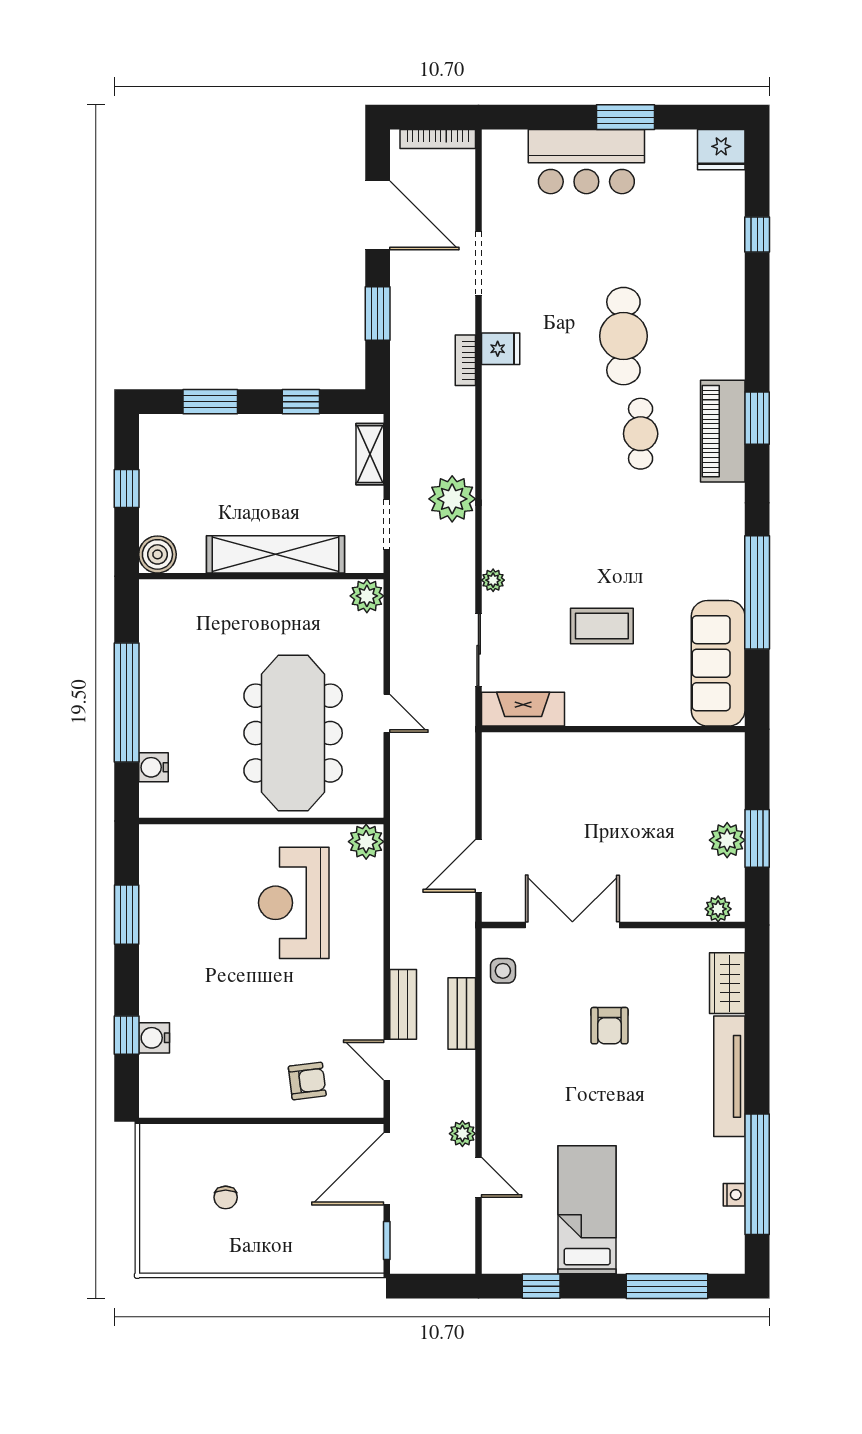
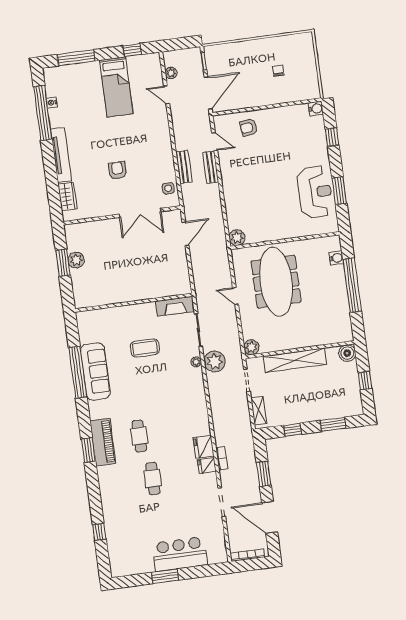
fridge: (721, 150) -> (204, 447), moved, turned -90
cafe table: (623, 336) -> (153, 479), width x0.73, depth x0.74
plant: (452, 499) -> (215, 361), moved
sofa: (718, 663) -> (95, 372), moved
reception desk: (294, 903) -> (315, 192), moved
plant: (718, 909) -> (76, 229), removed
water cooler: (154, 1038) -> (316, 109), moved
plant: (462, 1134) -> (171, 73), moved

